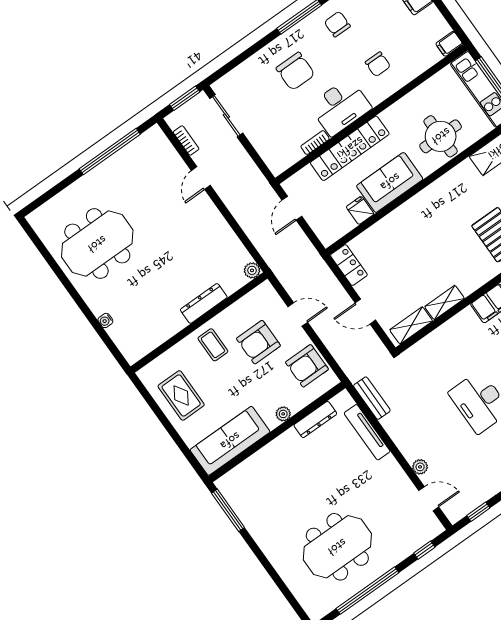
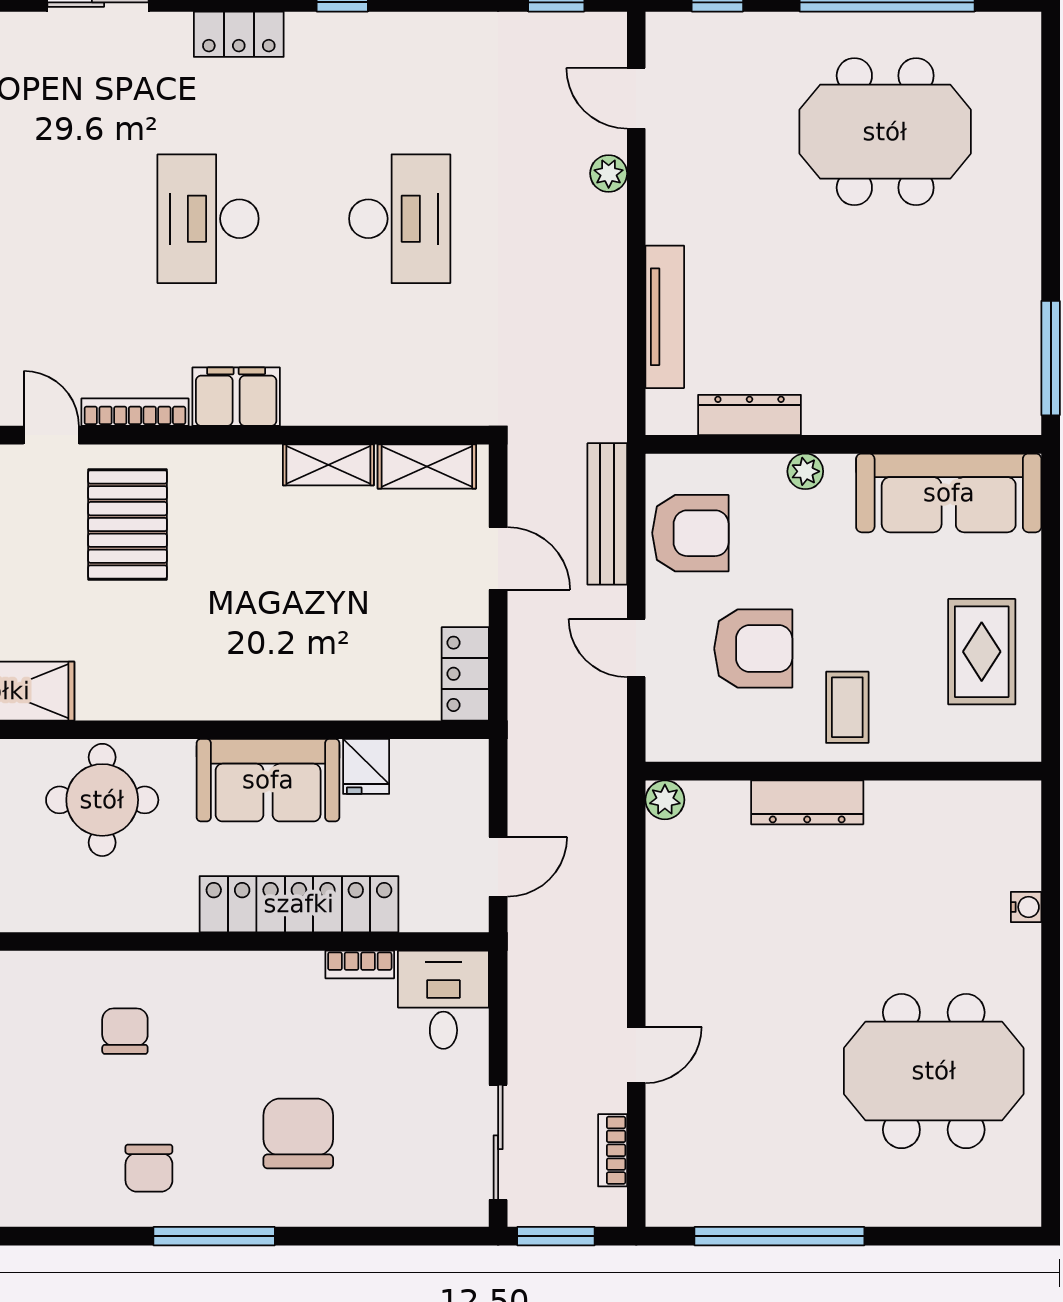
desk: (340, 107) -> (443, 1000), moved, width x0.73
bench: (372, 398) -> (607, 514), moved, width x1.36

